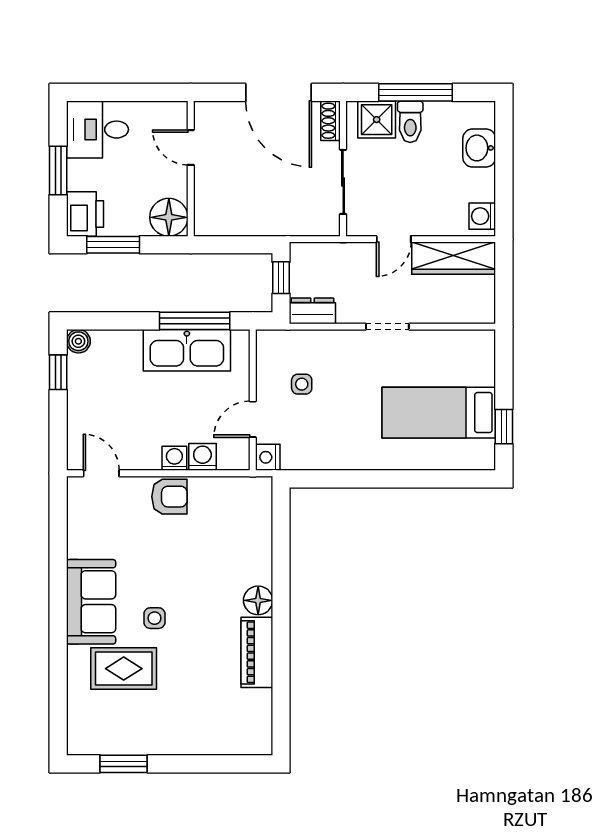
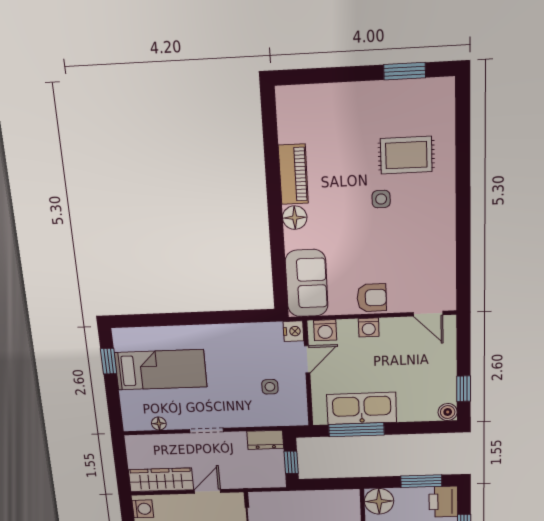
floor lamp: (448, 339) -> (159, 423), added
washing machine: (202, 457) -> (325, 330), moved
armchair: (169, 497) -> (372, 298), turned 180
sofa: (91, 602) -> (307, 283), moved, turned 180

